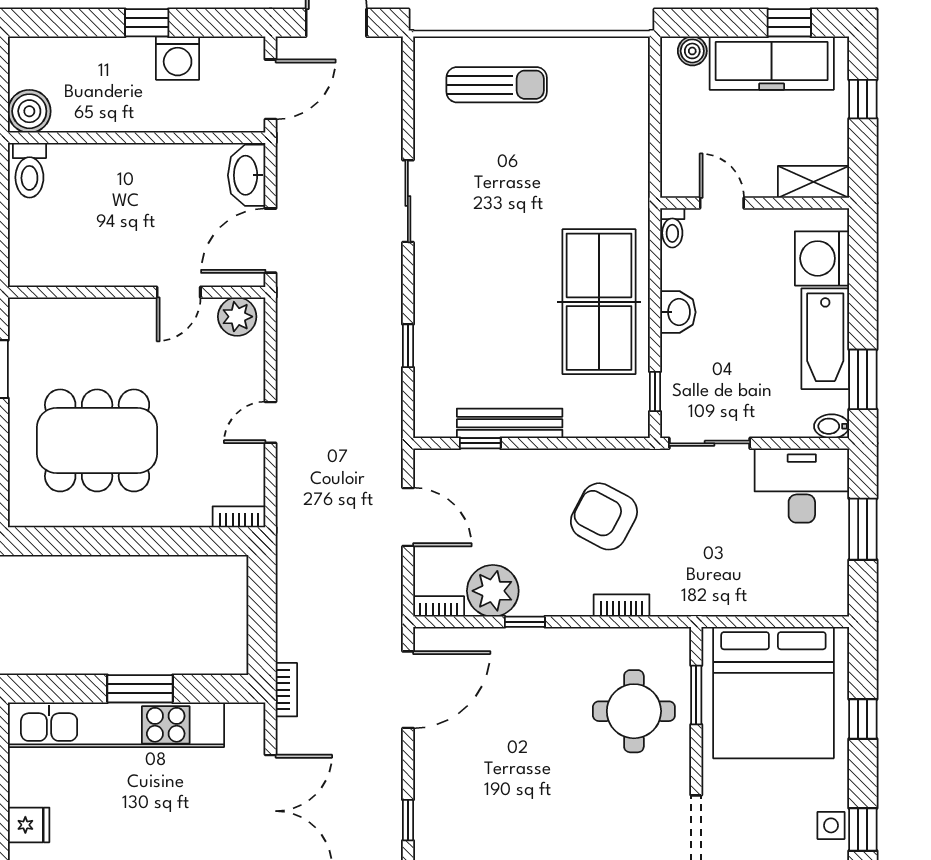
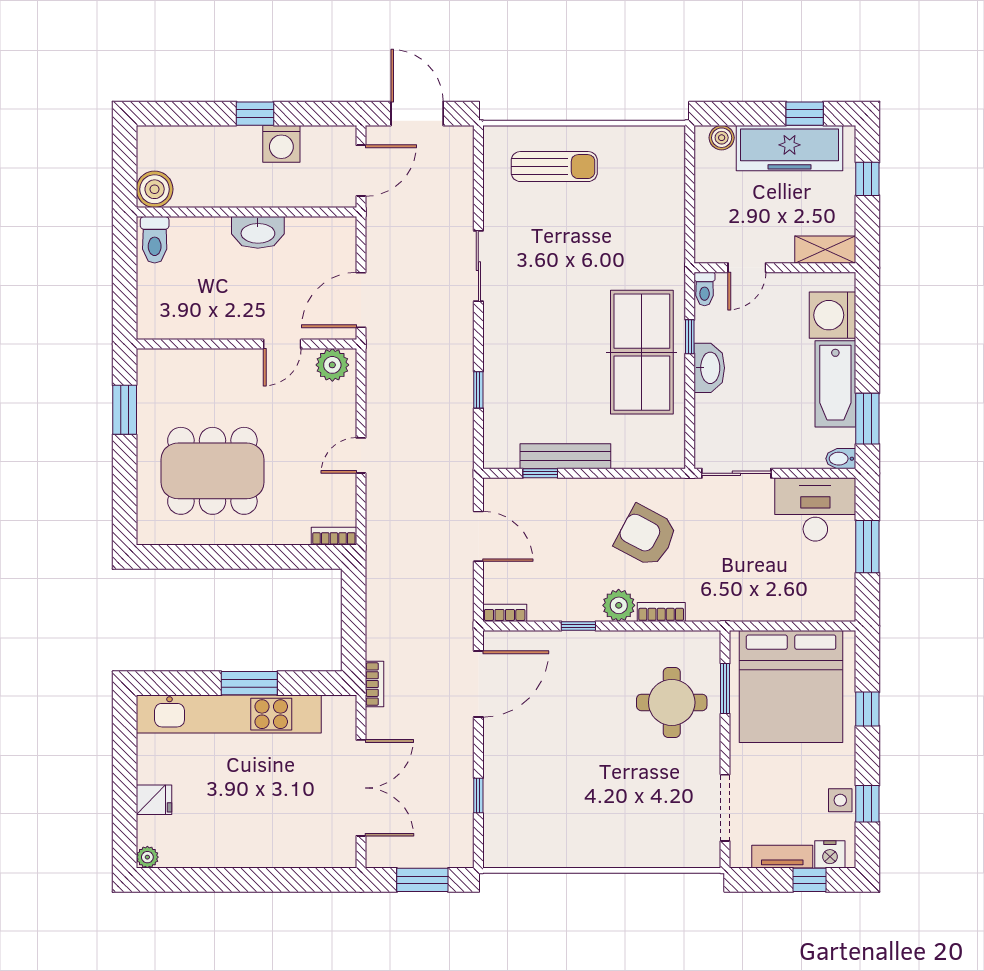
washbasin: (247, 175) -> (258, 232), moved, turned -90
door: (722, 203) -> (747, 268), swing flipped
washbasin: (678, 312) -> (709, 368), width x1.38
window: (655, 392) -> (690, 337), moved
plant: (493, 591) -> (619, 605), moved, width x0.73, depth x0.73

